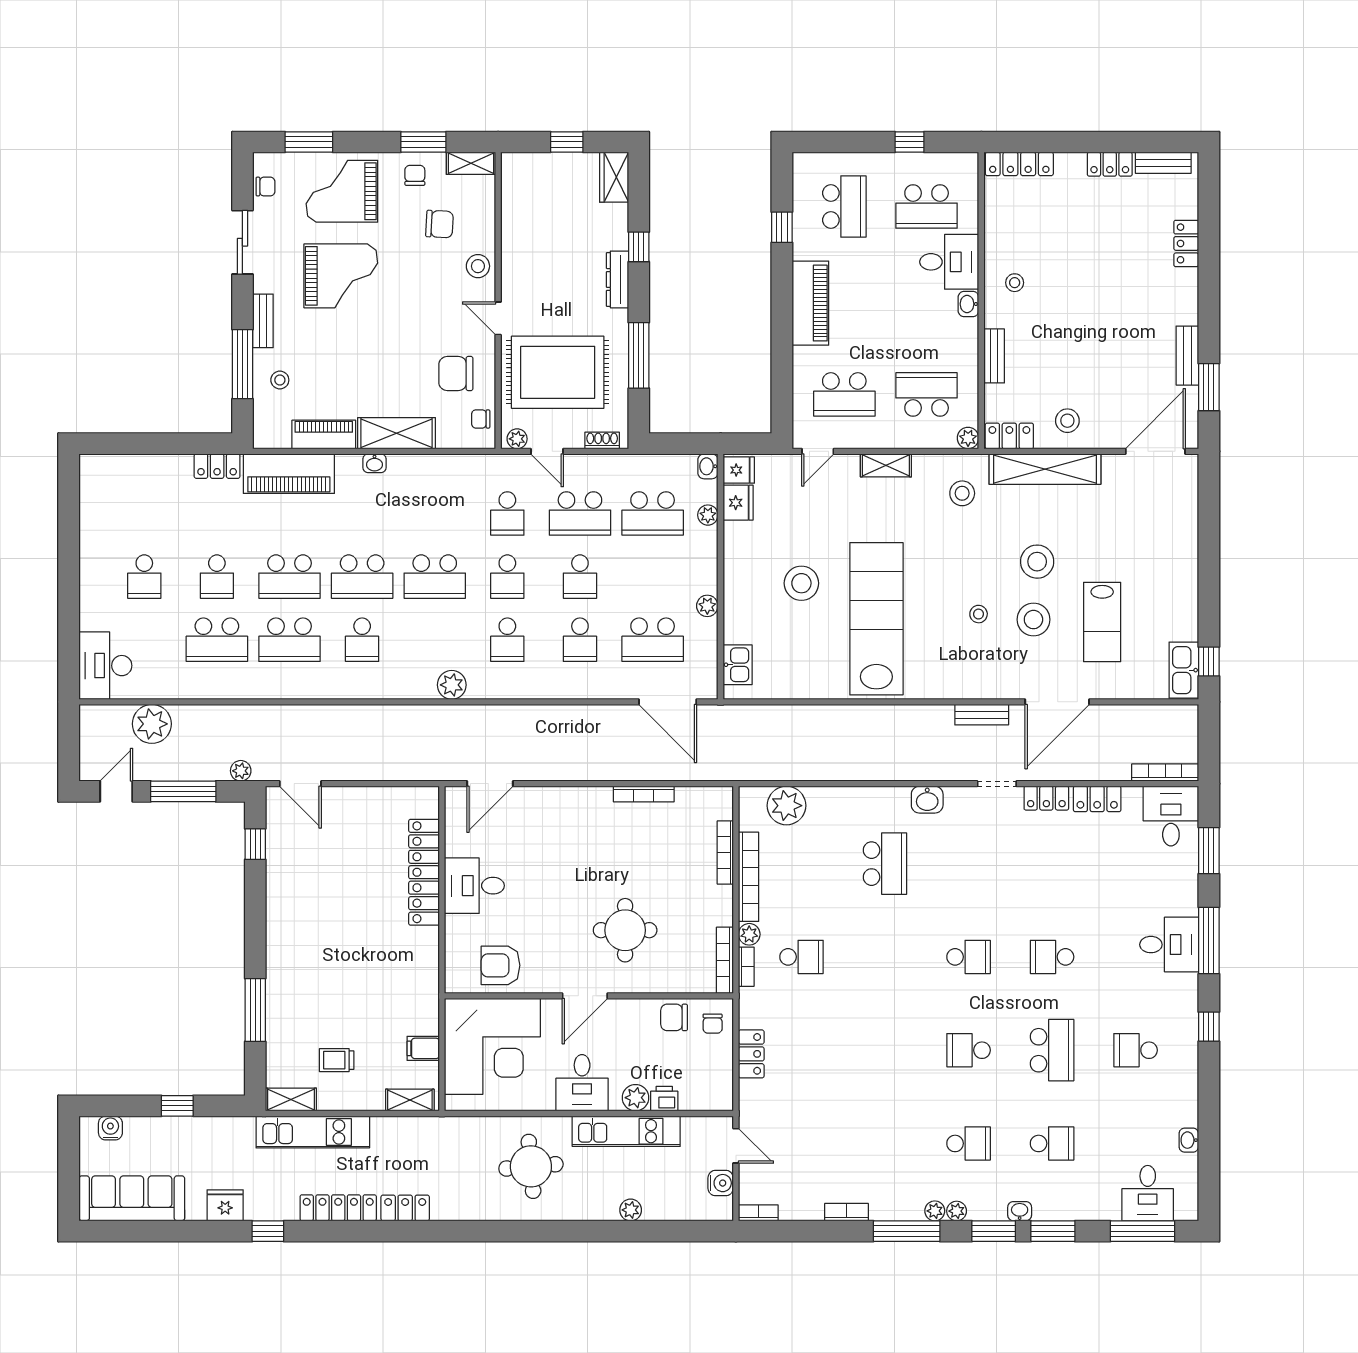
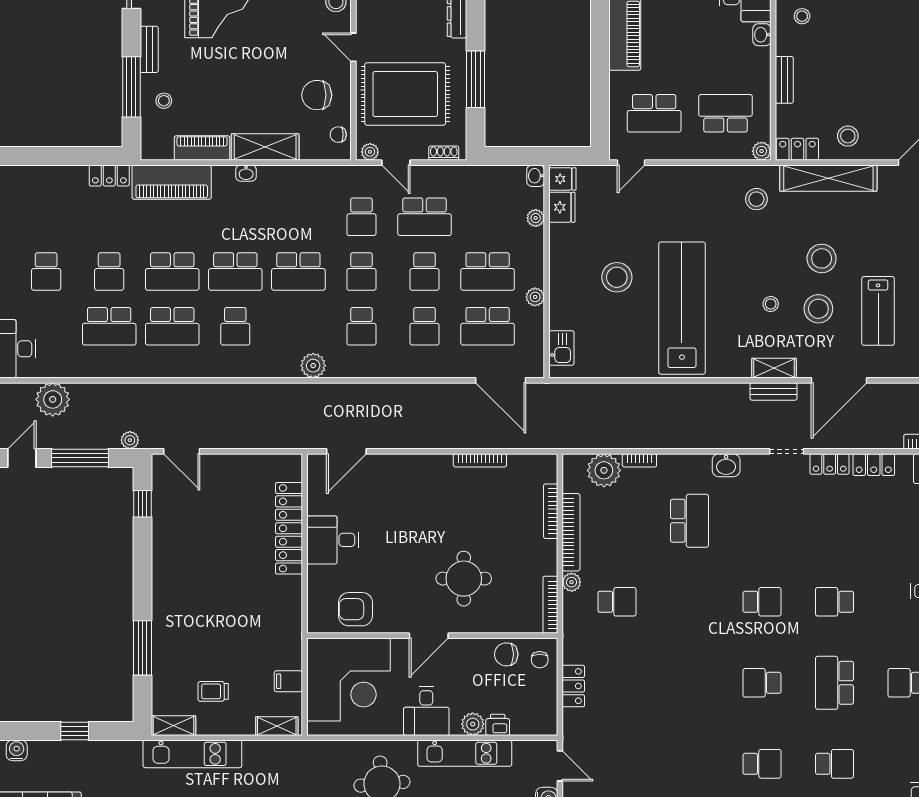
shelving: (886, 465) -> (774, 368), moved
school desk: (653, 514) -> (488, 271), moved
bookcase: (746, 967) -> (639, 460), moved, turned 90
school desk: (1052, 1050) -> (835, 683), turned 180

